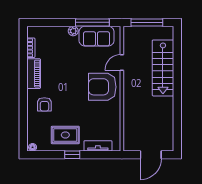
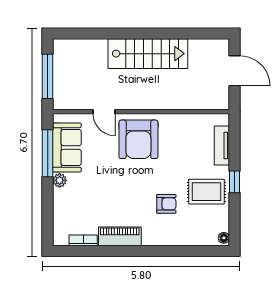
stairs: (163, 68) -> (148, 54), moved
armchair: (44, 104) -> (166, 204), moved
rug: (65, 135) -> (207, 192), turned 90

